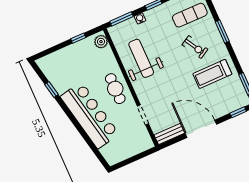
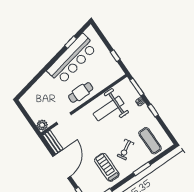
plant: (101, 42) -> (42, 125), moved
weight bench: (141, 58) -> (109, 109), turned 180
bar counter: (90, 115) -> (72, 59), moved

